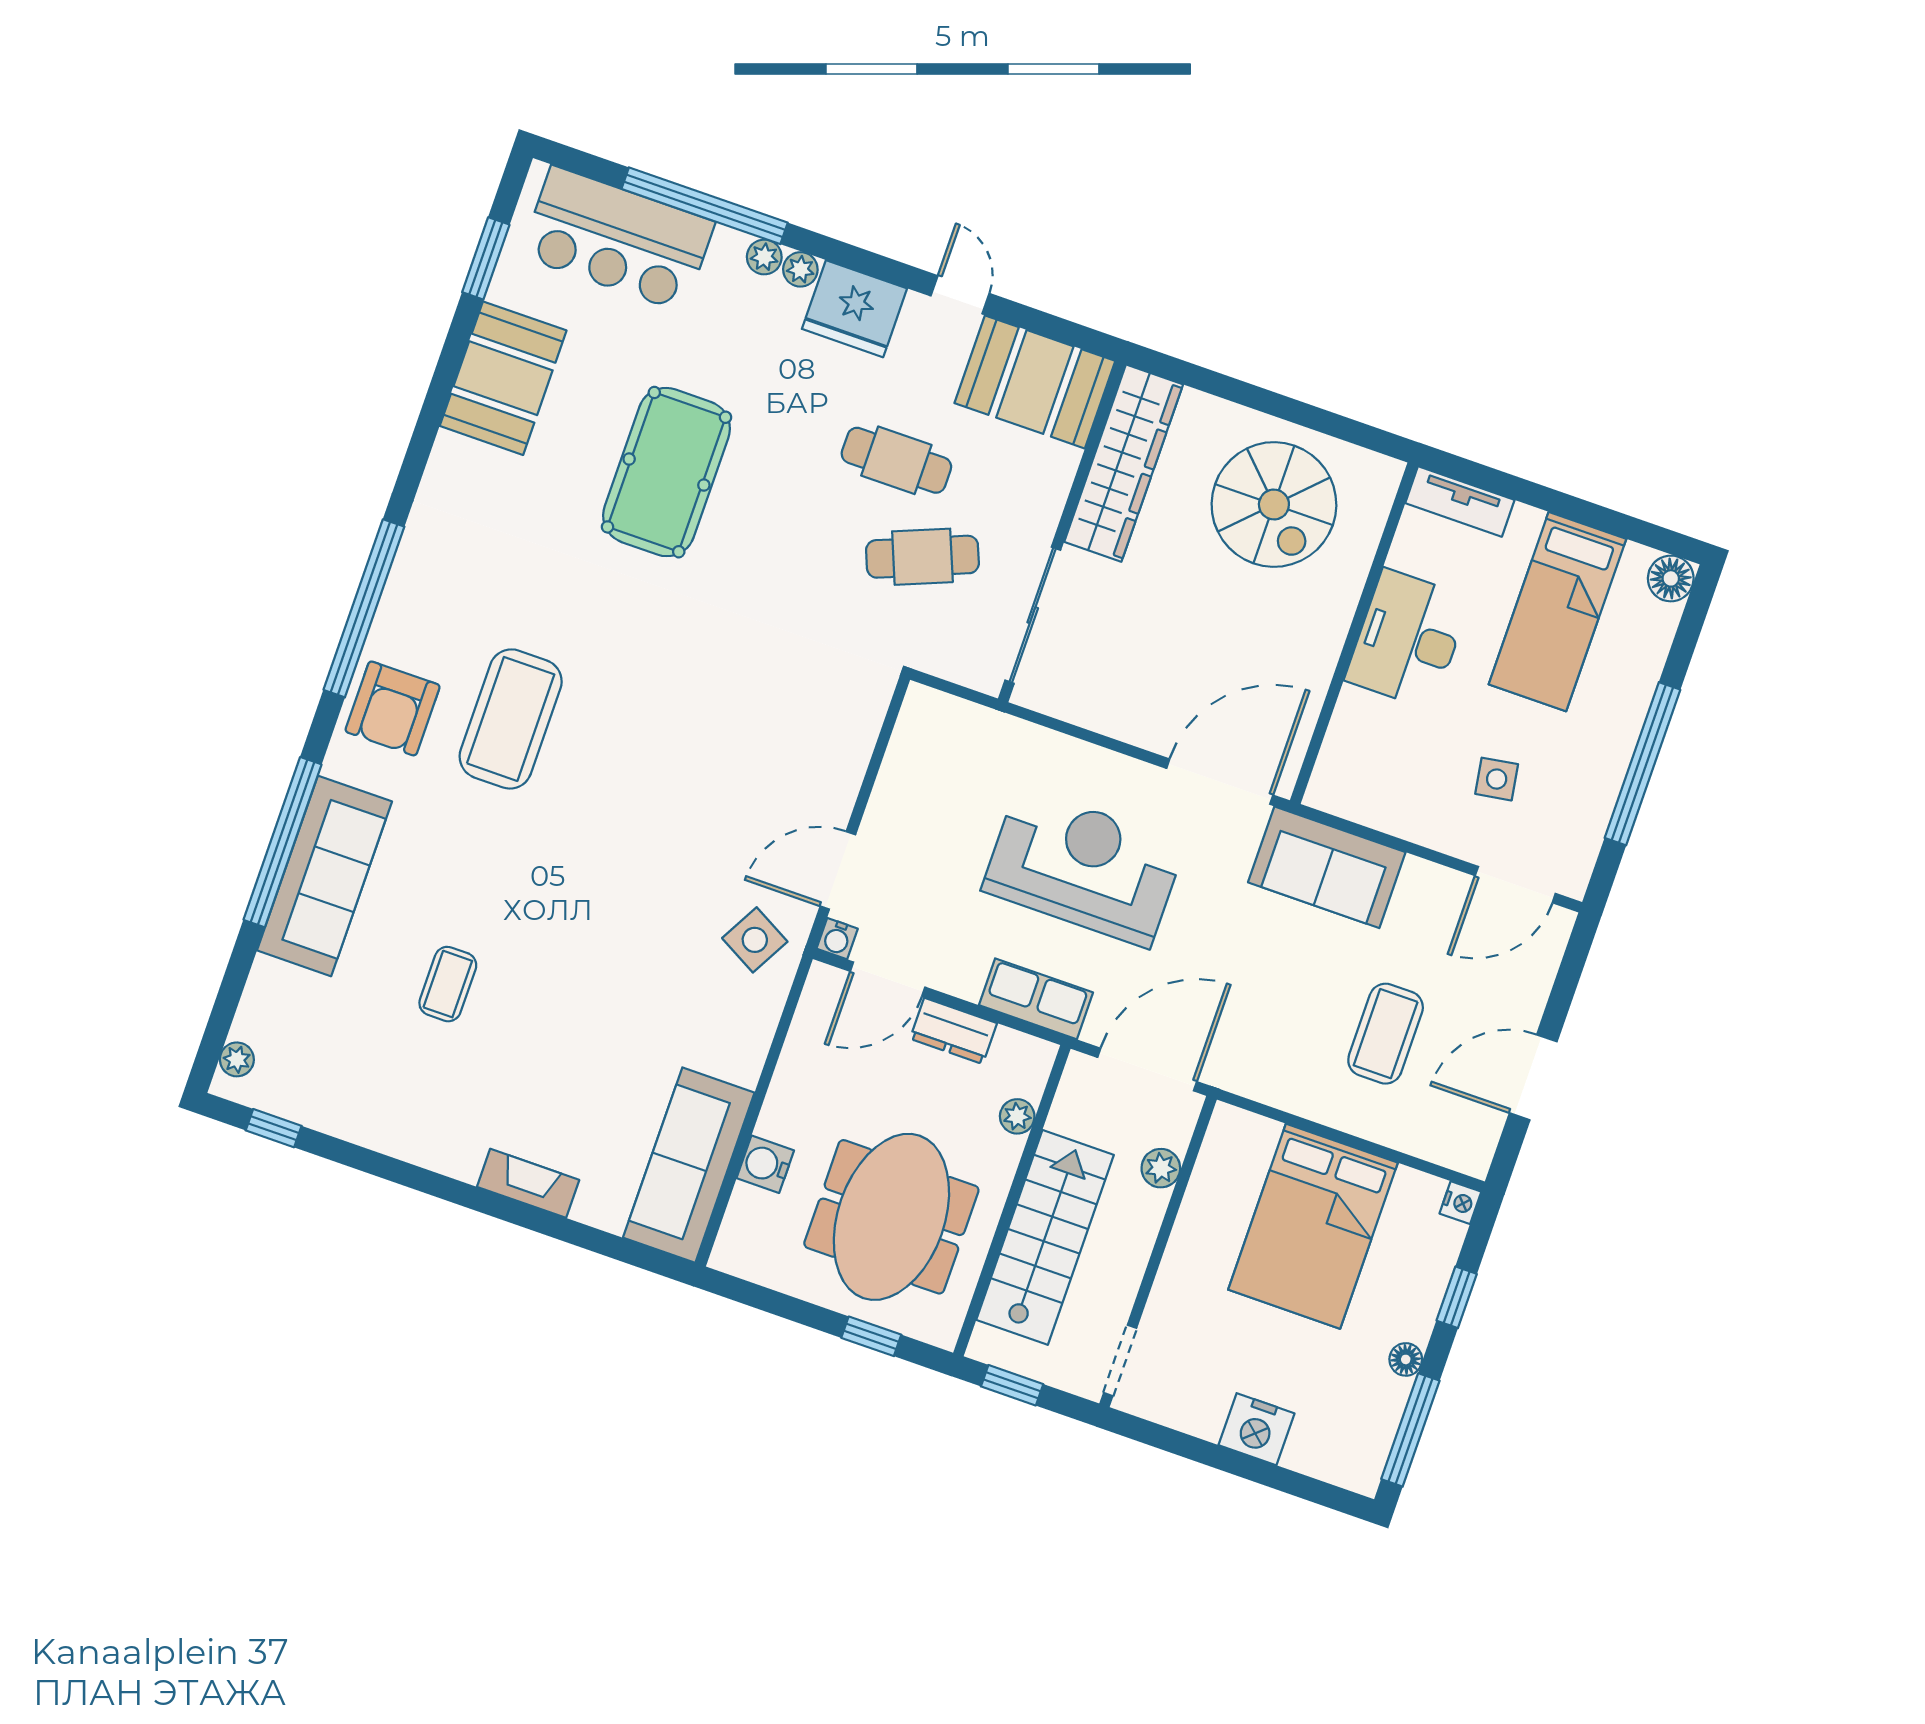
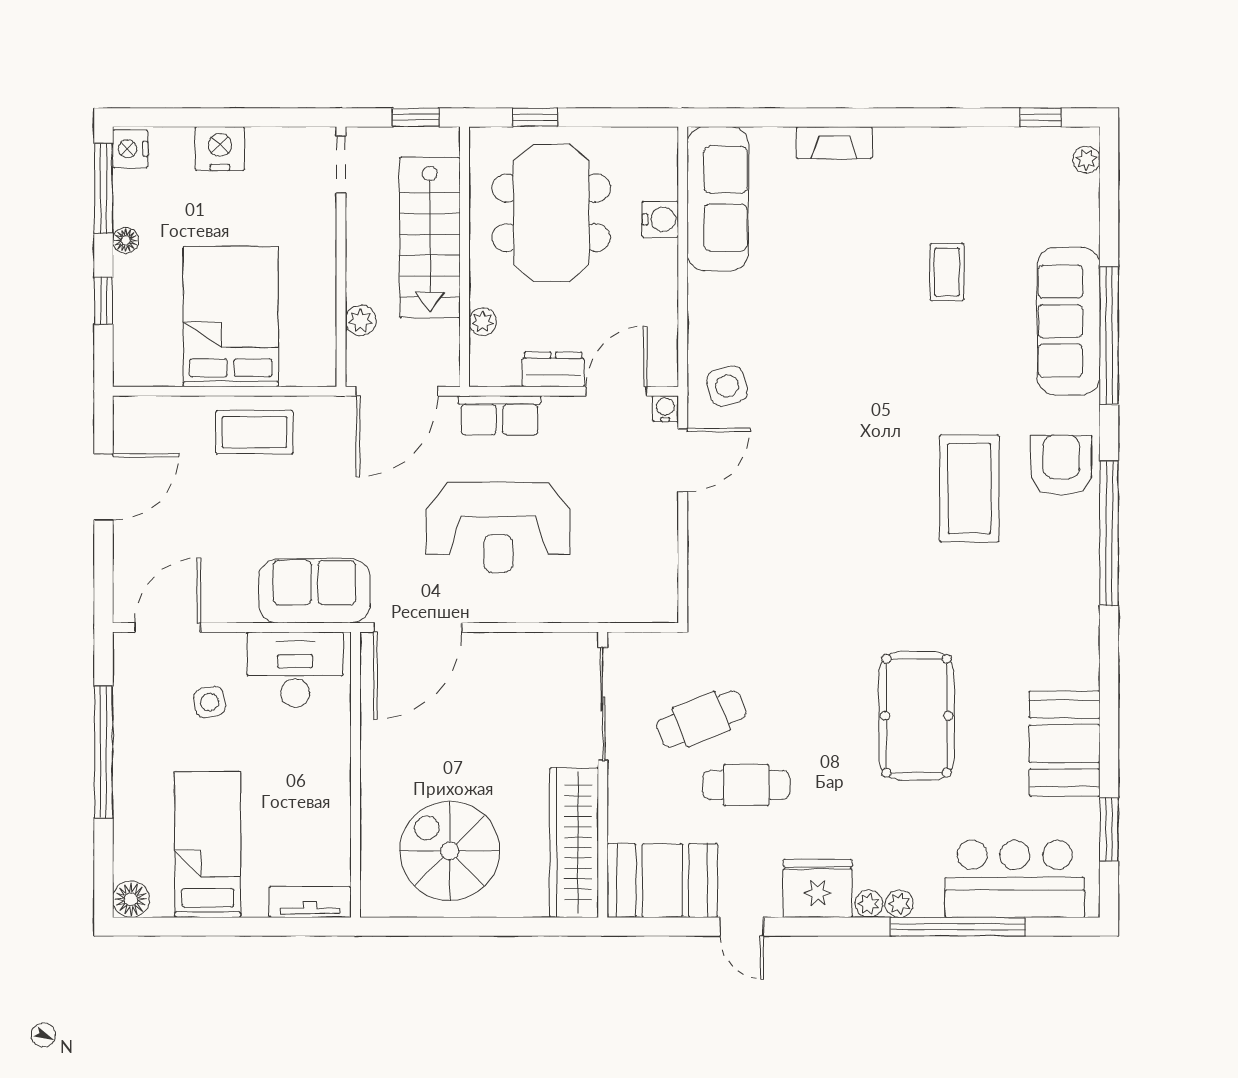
desk: (1408, 639) -> (295, 670), moved, turned -90
side table: (755, 940) -> (727, 386), turned 45
coffee table: (1386, 1034) -> (255, 432), moved, turned 90
nightstand: (1460, 1203) -> (130, 149), moved, width x1.39, depth x1.35

